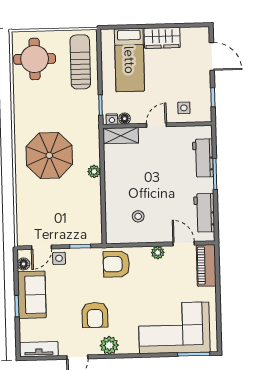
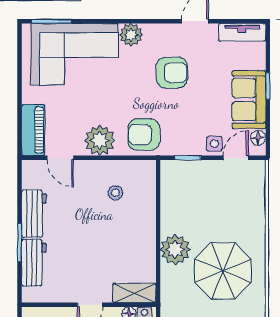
plant: (94, 171) -> (175, 250), width x1.88, depth x1.88
workbench: (204, 213) -> (34, 214), moved
plant: (158, 253) -> (100, 140), width x1.87, depth x1.87
armchair: (116, 264) -> (144, 135), turned 180
armchair: (95, 315) -> (172, 73), turned 90
plant: (109, 345) -> (131, 35), moved

